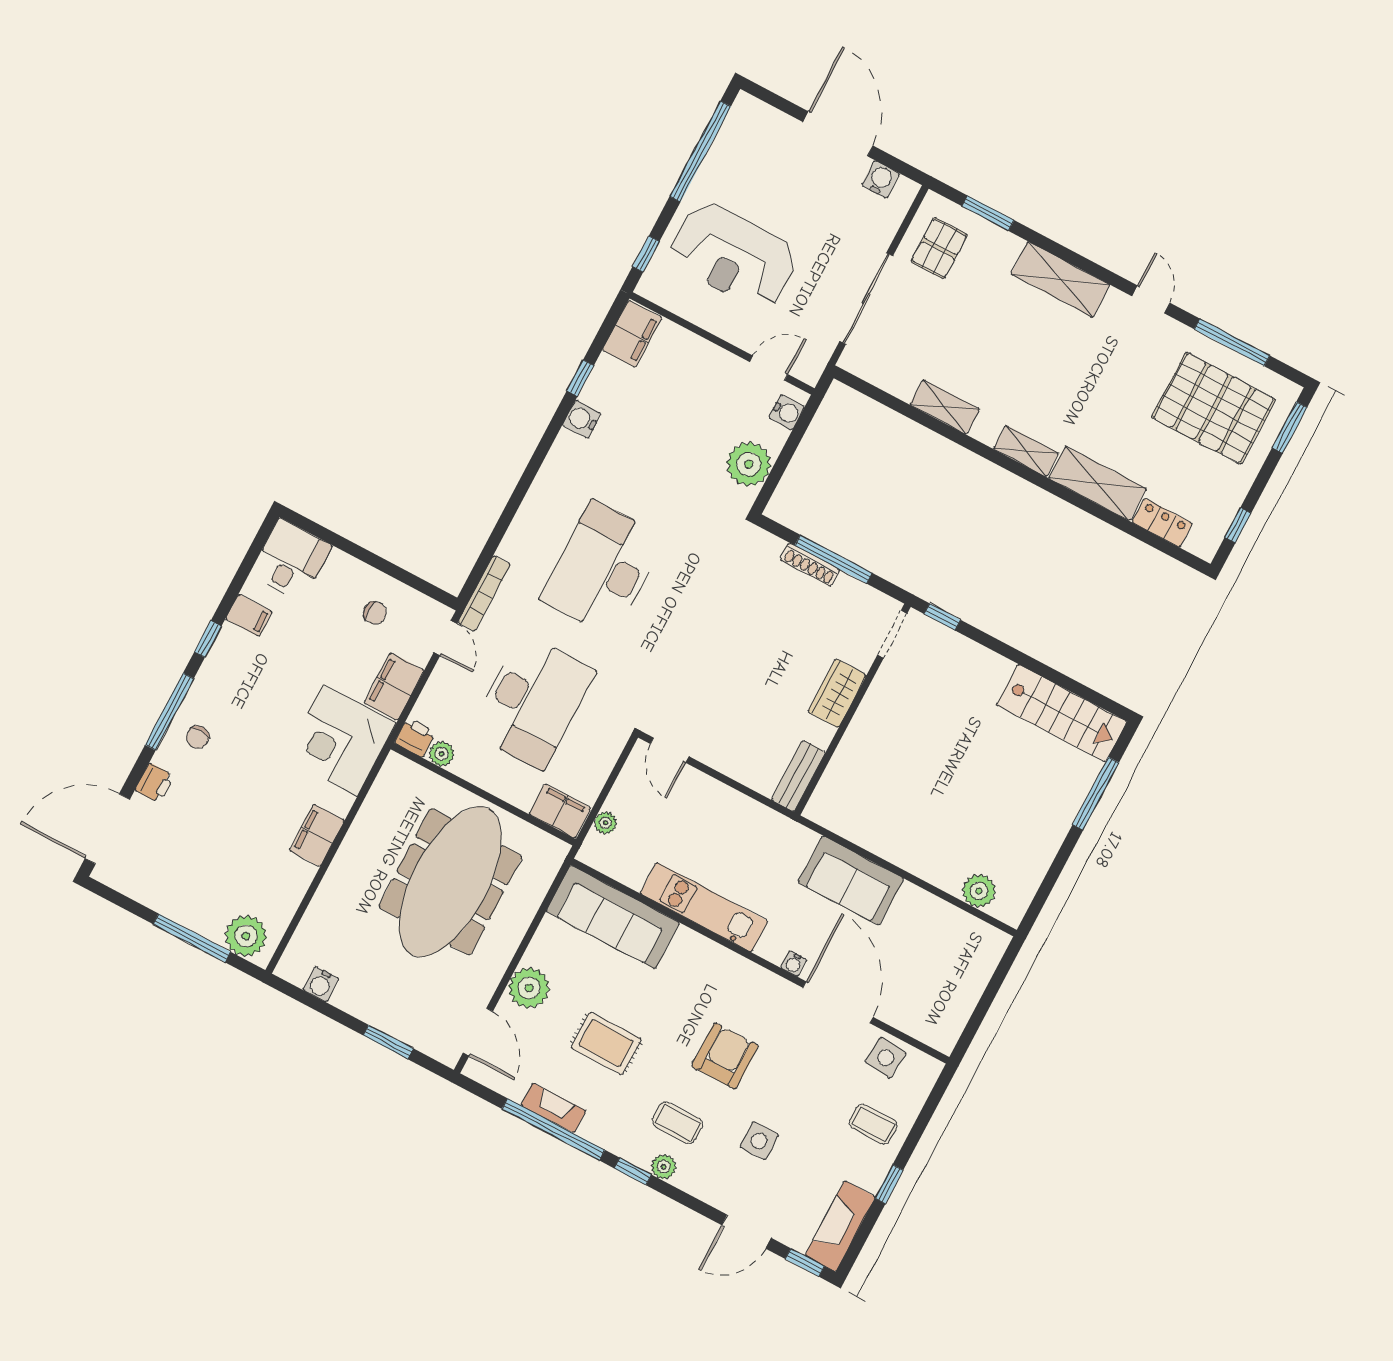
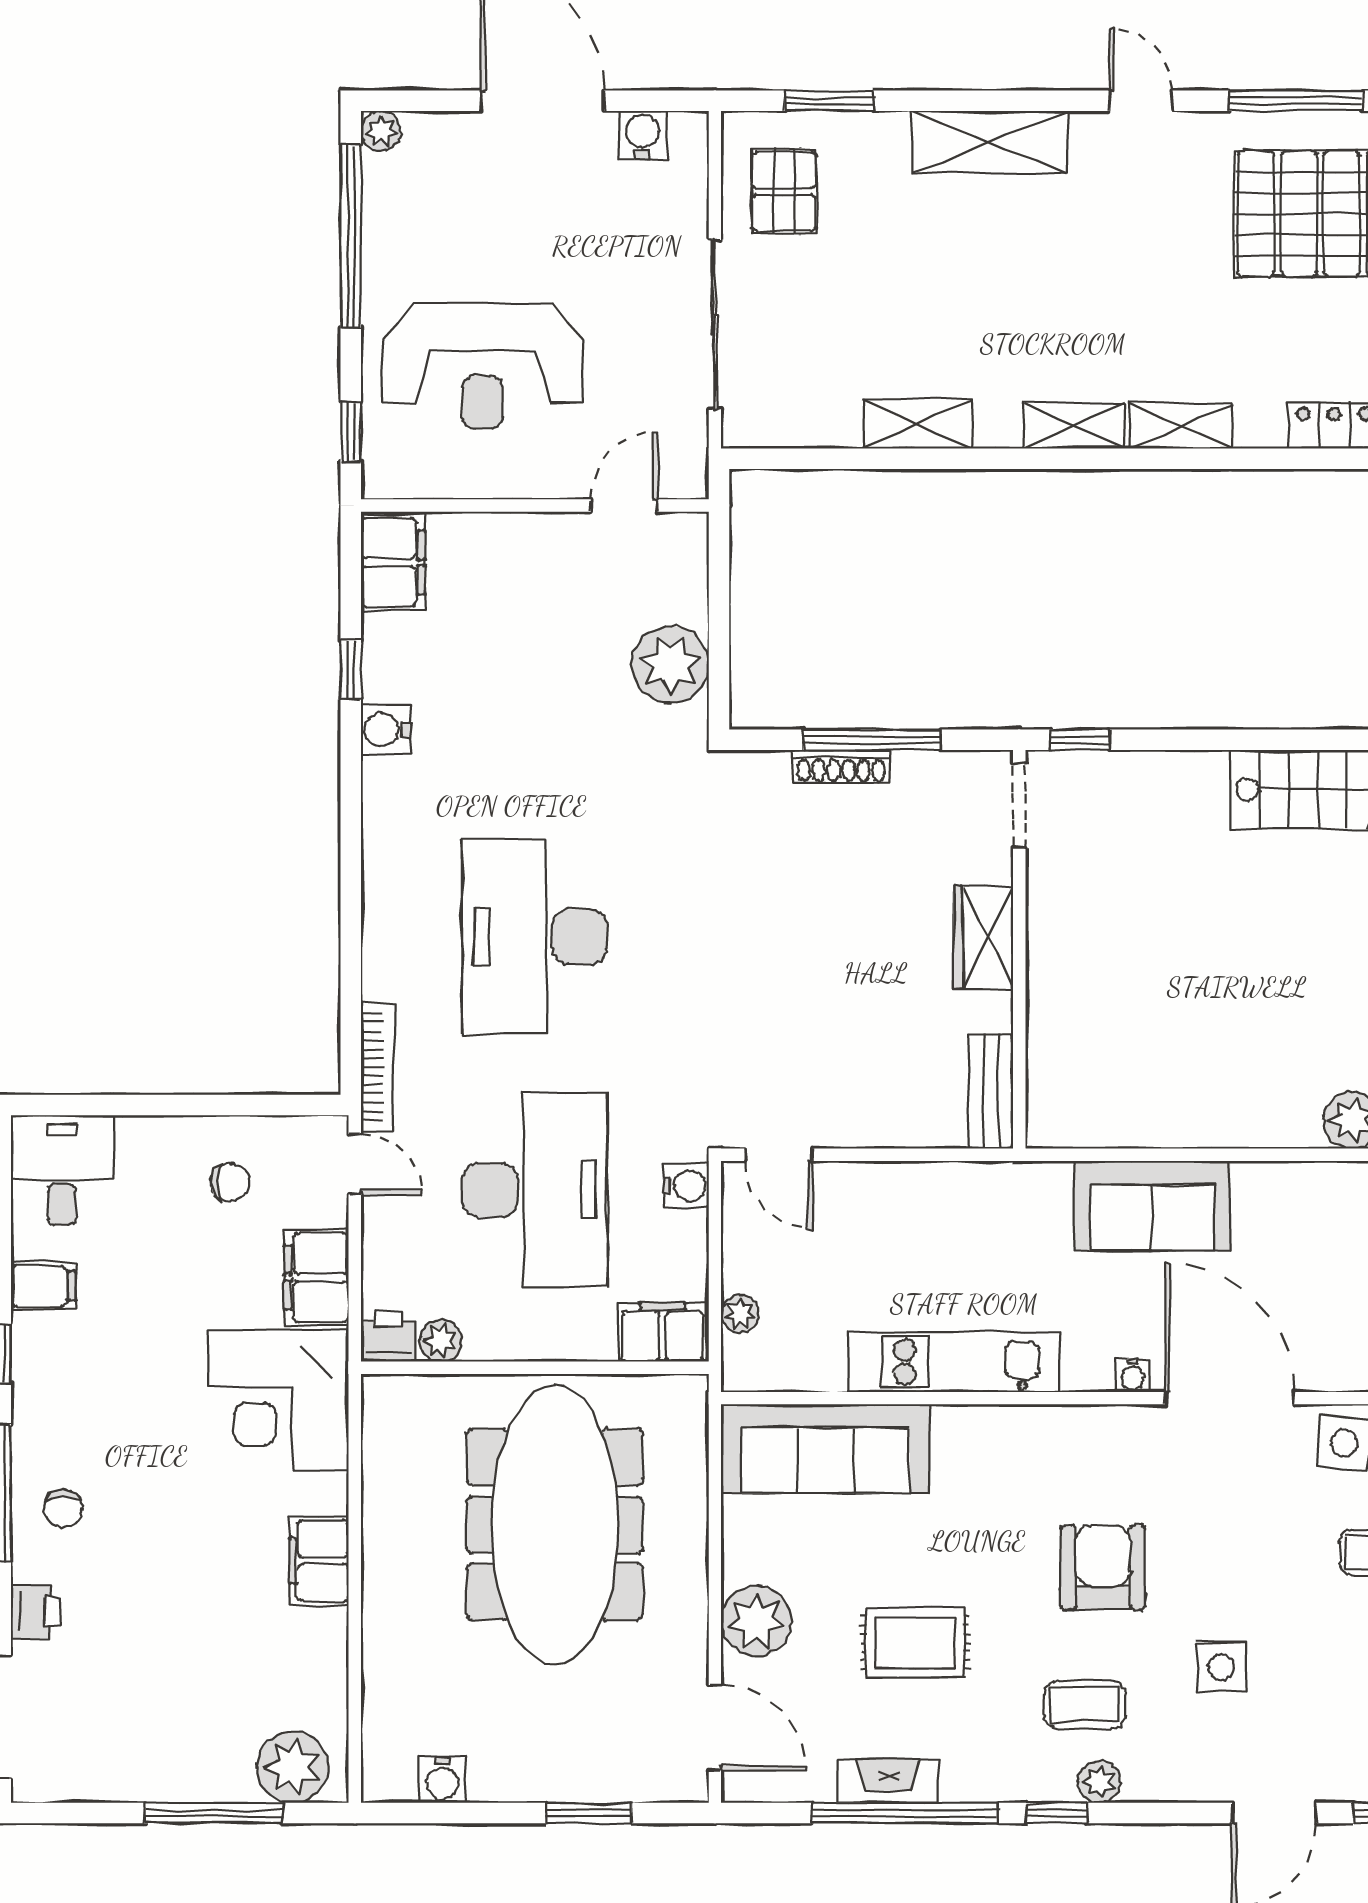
plant: (745, 105) -> (381, 131), added
water cooler: (787, 412) -> (686, 1186), moved
shelving: (1098, 483) -> (1181, 425), width x0.67, depth x0.75

